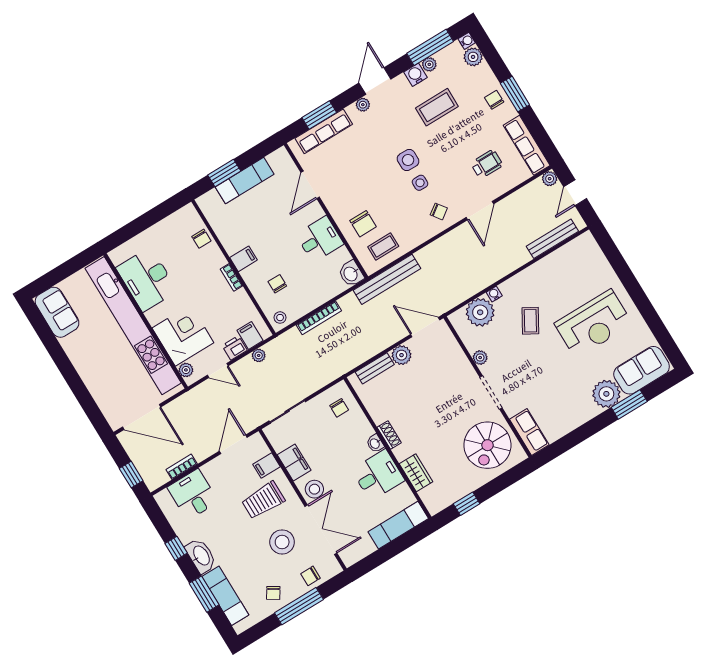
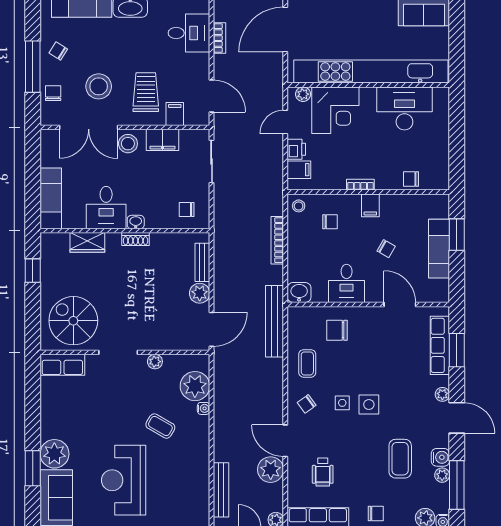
chair: (271, 224) -> (386, 249), added
coffee table: (383, 246) -> (307, 363), moved
plant: (259, 355) -> (271, 470), moved, width x1.88, depth x1.88

